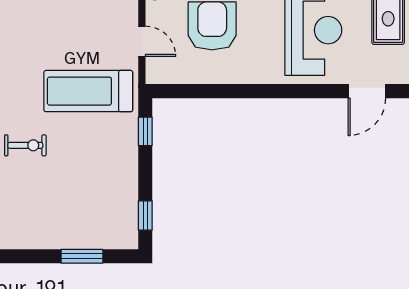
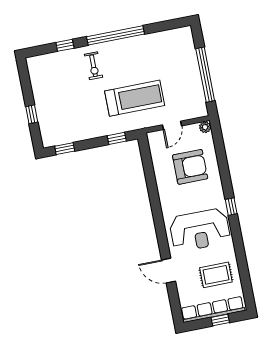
treadmill: (88, 91) -> (135, 98), turned 90
window: (82, 256) -> (32, 114), width x0.67

